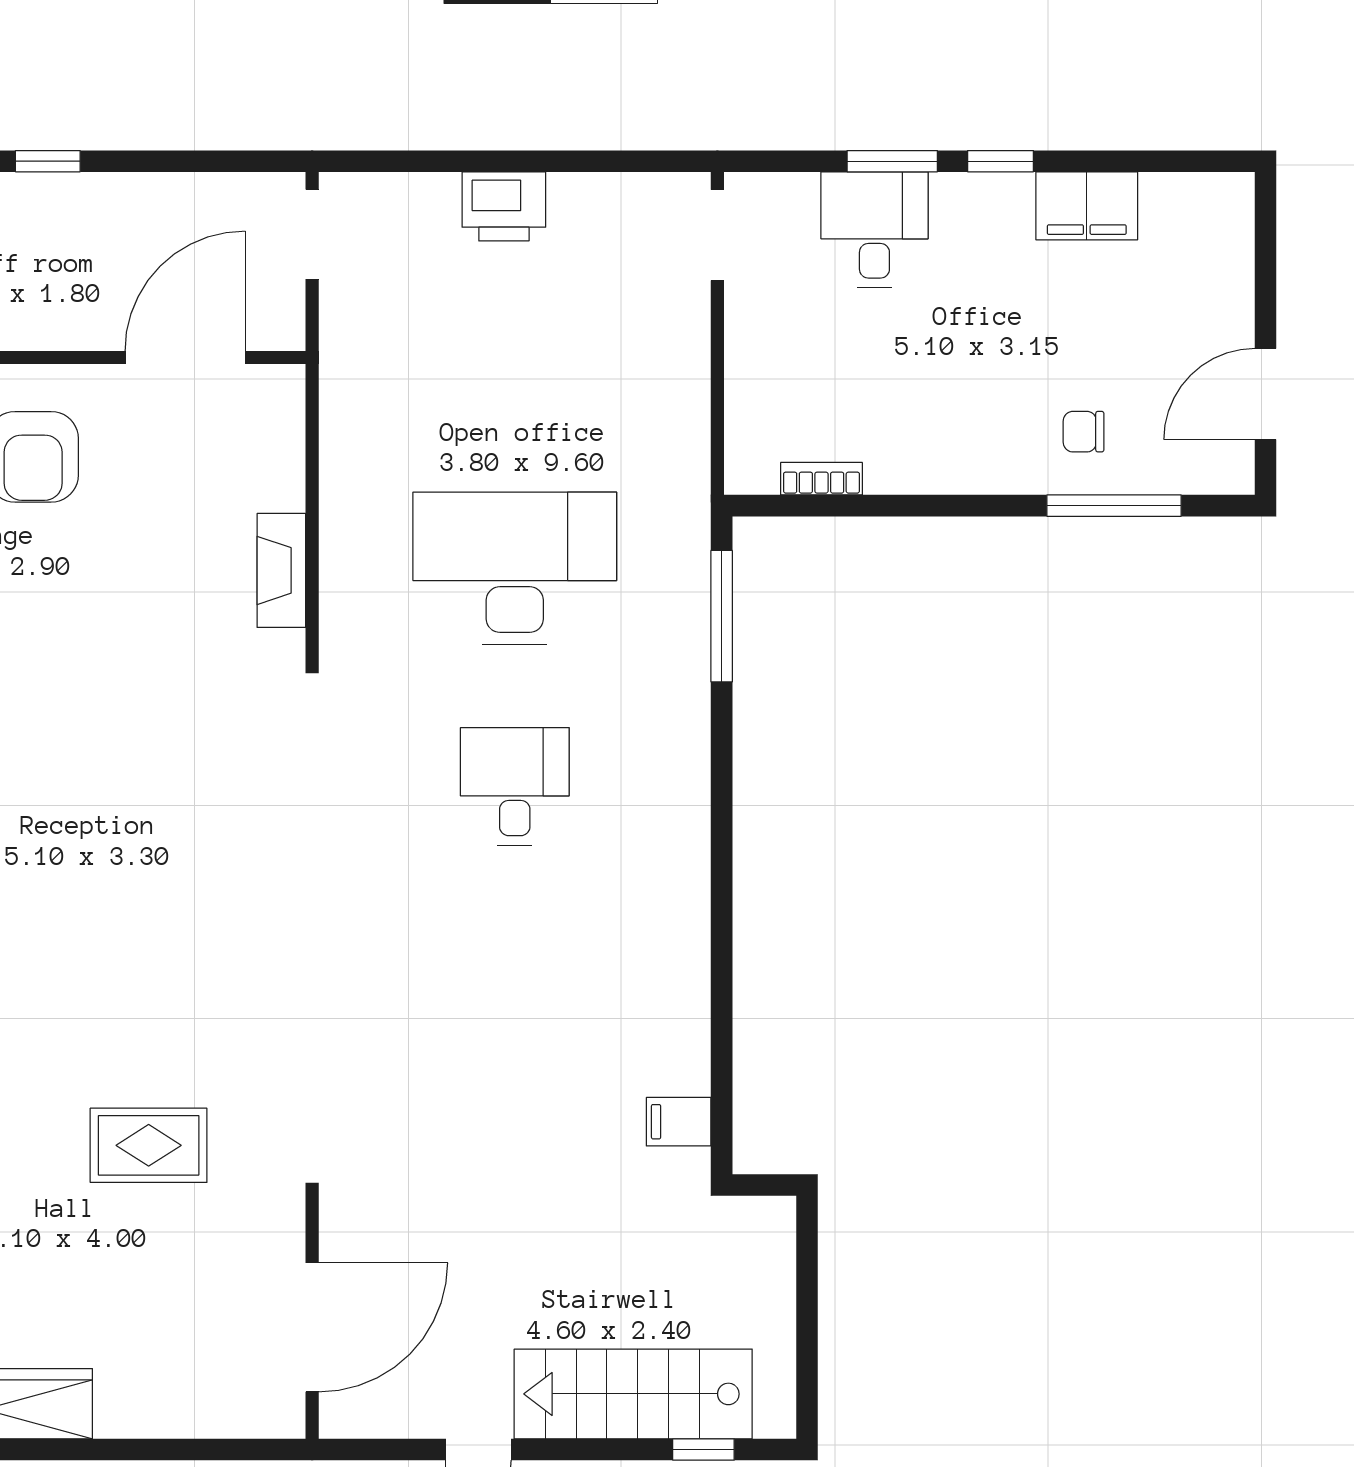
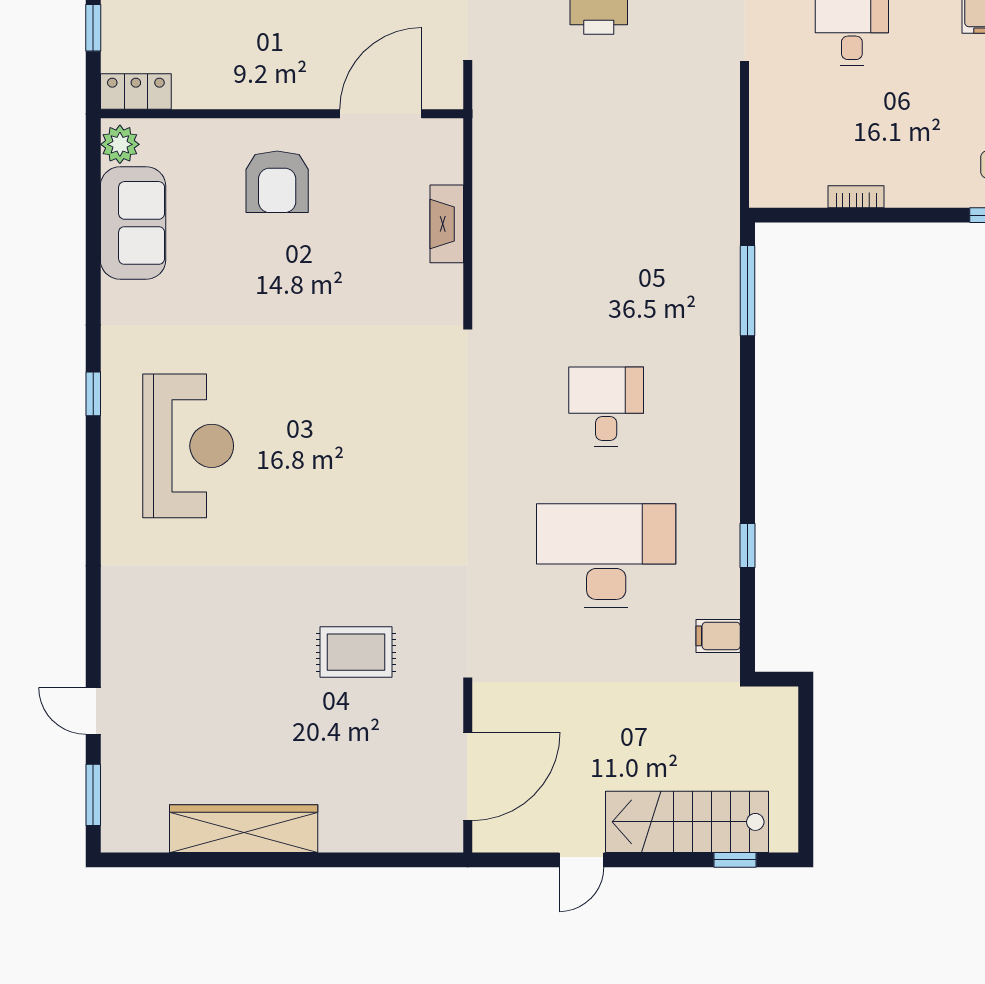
bookcase: (821, 479) -> (856, 197), moved
desk: (515, 568) -> (606, 556), moved
fireplace: (281, 570) -> (447, 224), moved
window: (722, 989) -> (747, 546), added

